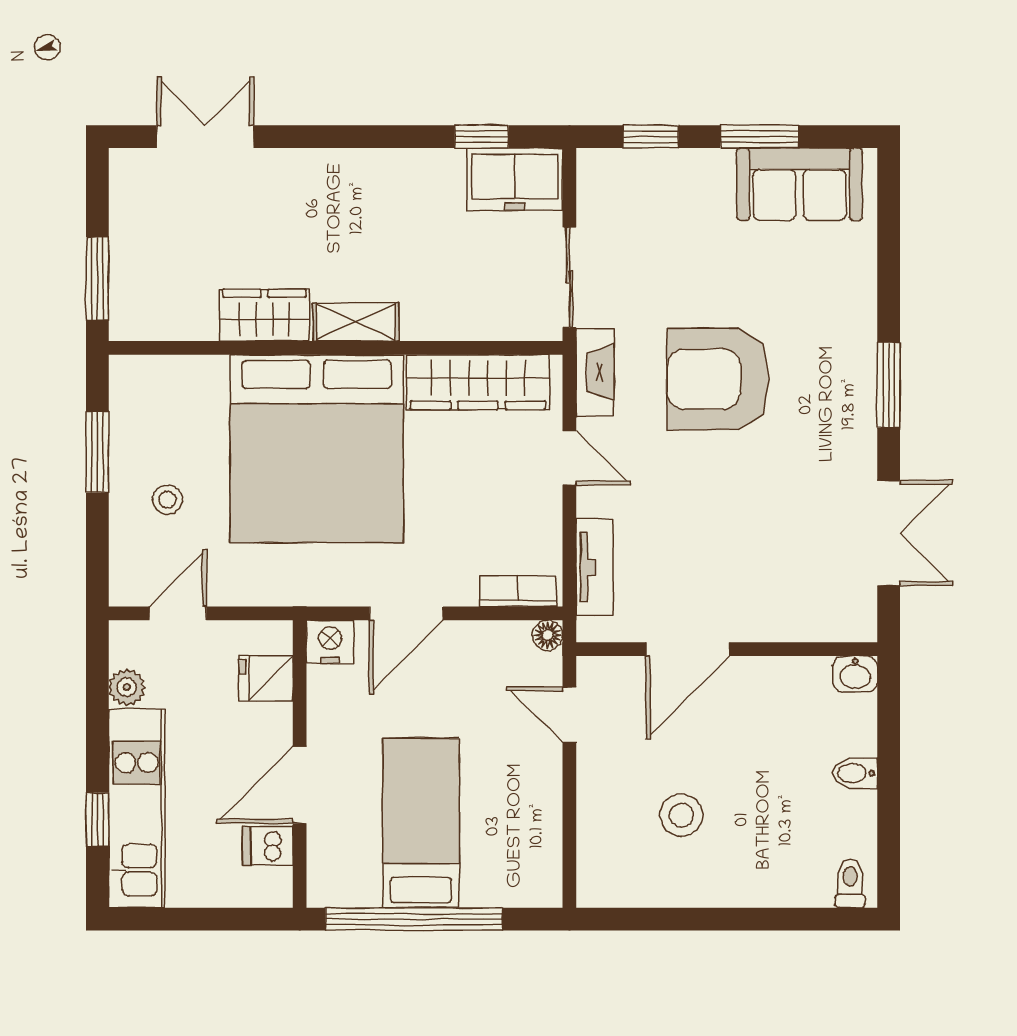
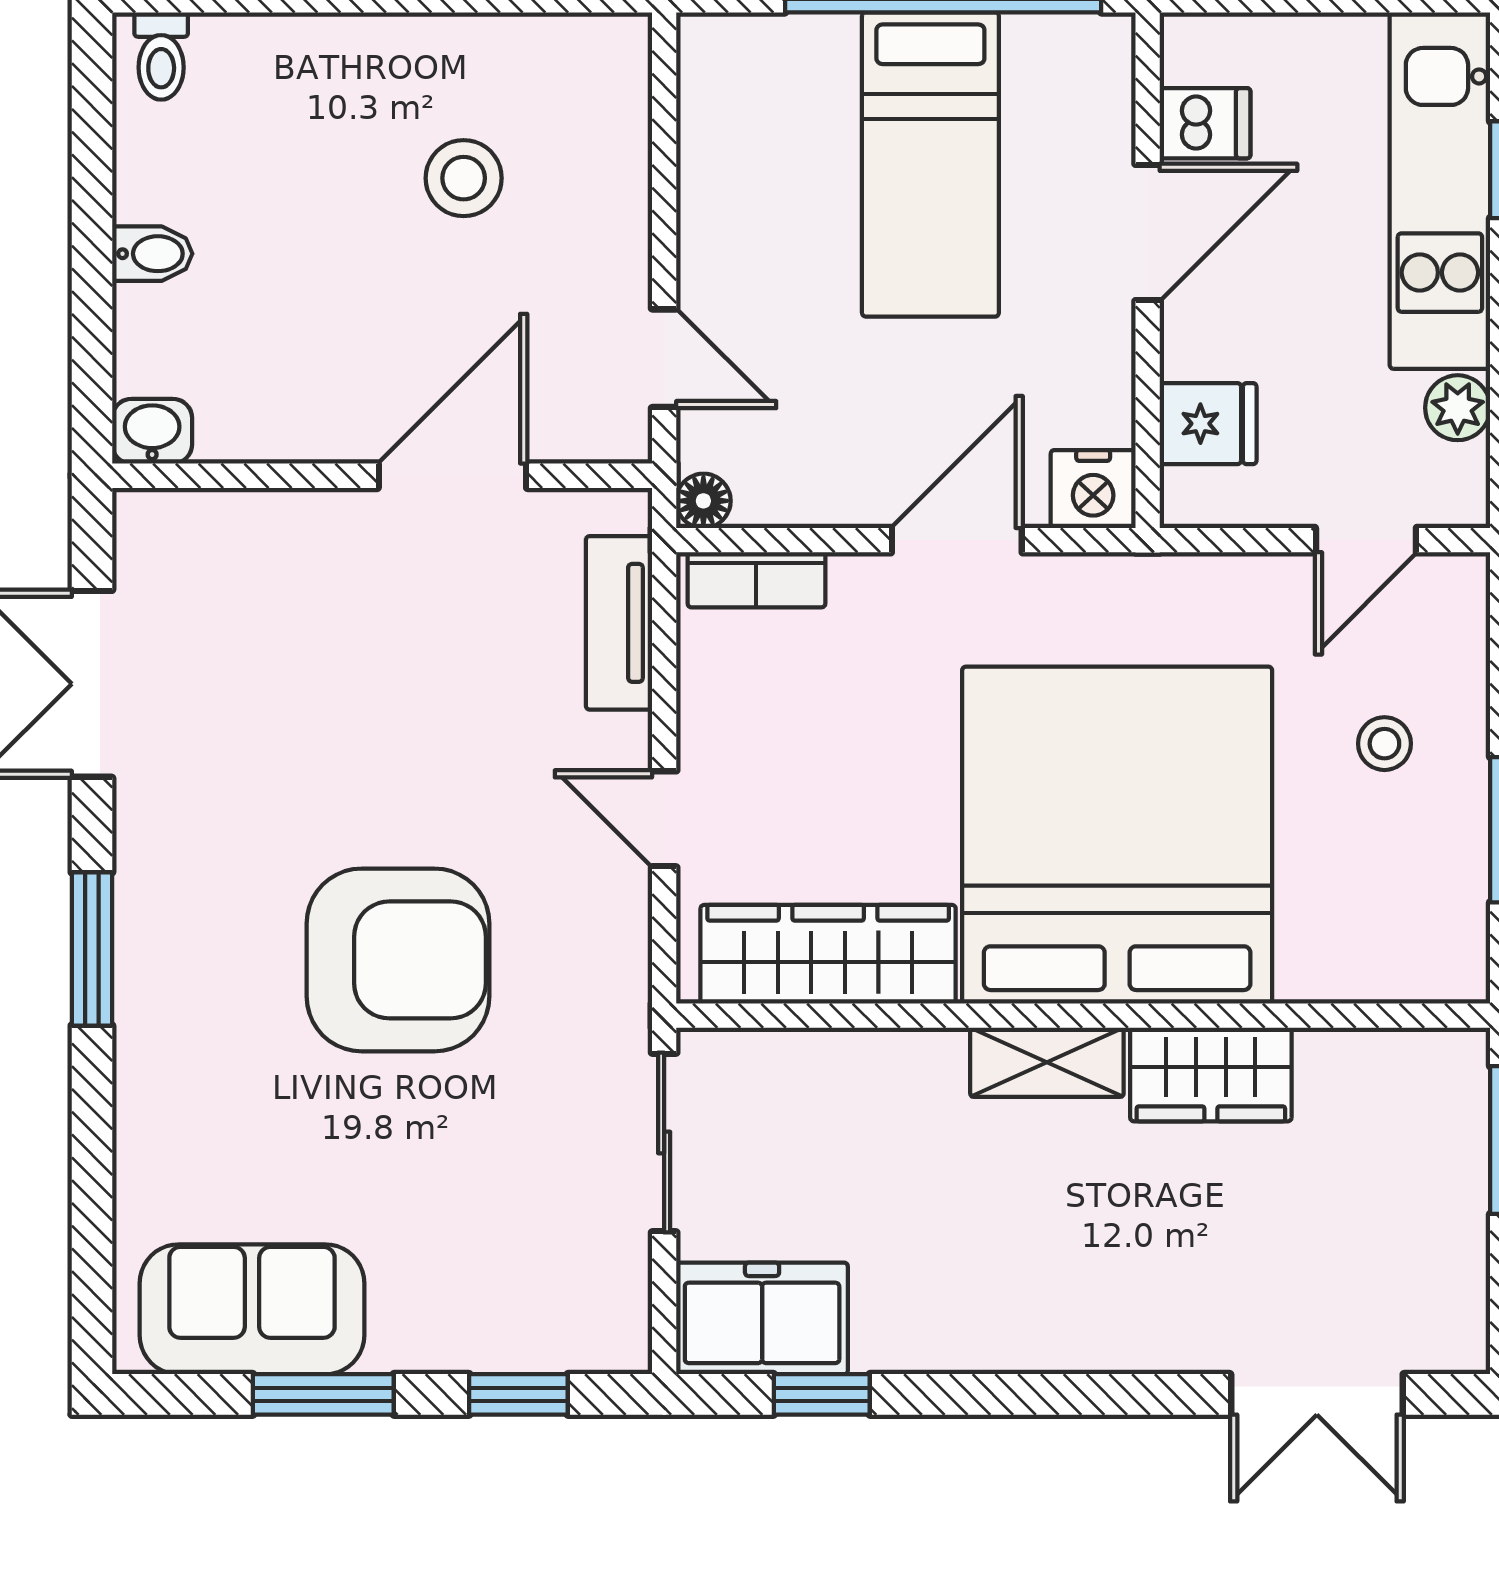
fireplace: (595, 372) -> (618, 972), removed

